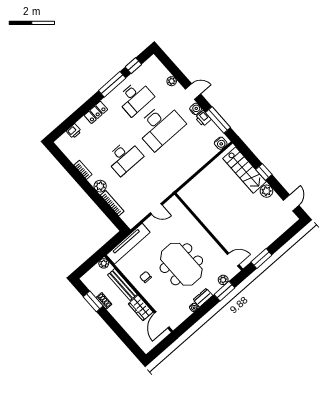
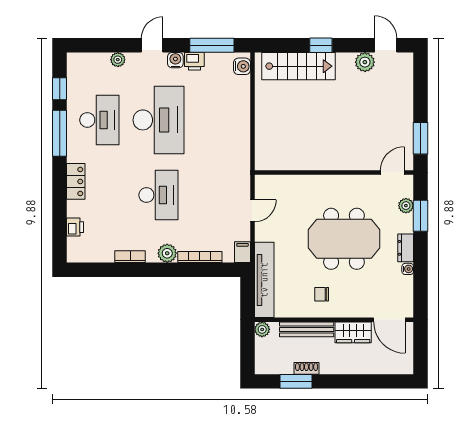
plant: (266, 191) -> (365, 62), moved
filing cabinet: (132, 222) -> (242, 252), added

